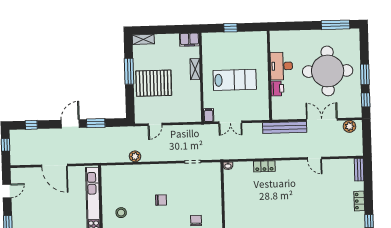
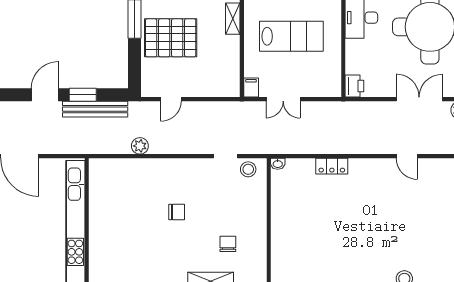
printer: (277, 88) -> (354, 86), moved
bench: (285, 127) -> (95, 109), moved
stool: (121, 213) -> (248, 169), moved

